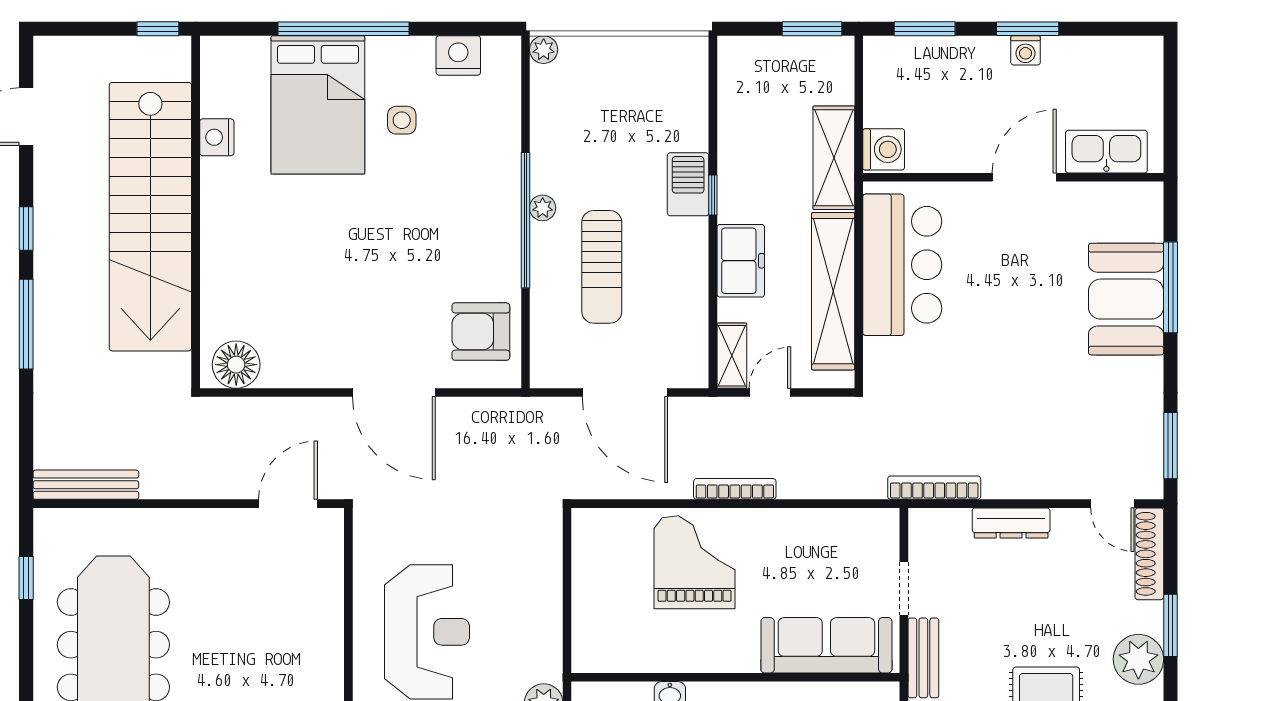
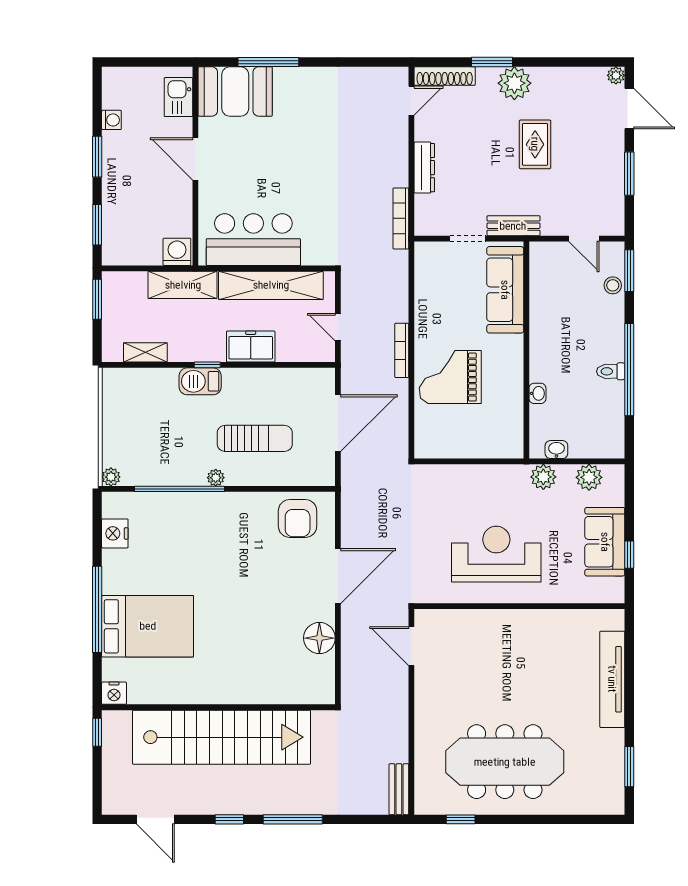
washing machine: (1026, 50) -> (111, 120), moved
side table: (402, 120) -> (158, 571), removed
nightstand: (217, 137) -> (114, 693), moved
kitchen sink: (1106, 152) -> (178, 97), width x0.73
window: (525, 220) -> (180, 489), moved
booth: (1126, 299) -> (235, 91), moved
shelving: (732, 356) -> (145, 352), moved
floor lamp: (236, 365) -> (319, 638), moved
window: (1170, 446) -> (373, 62), removed
bench: (86, 485) -> (399, 789), width x0.73

